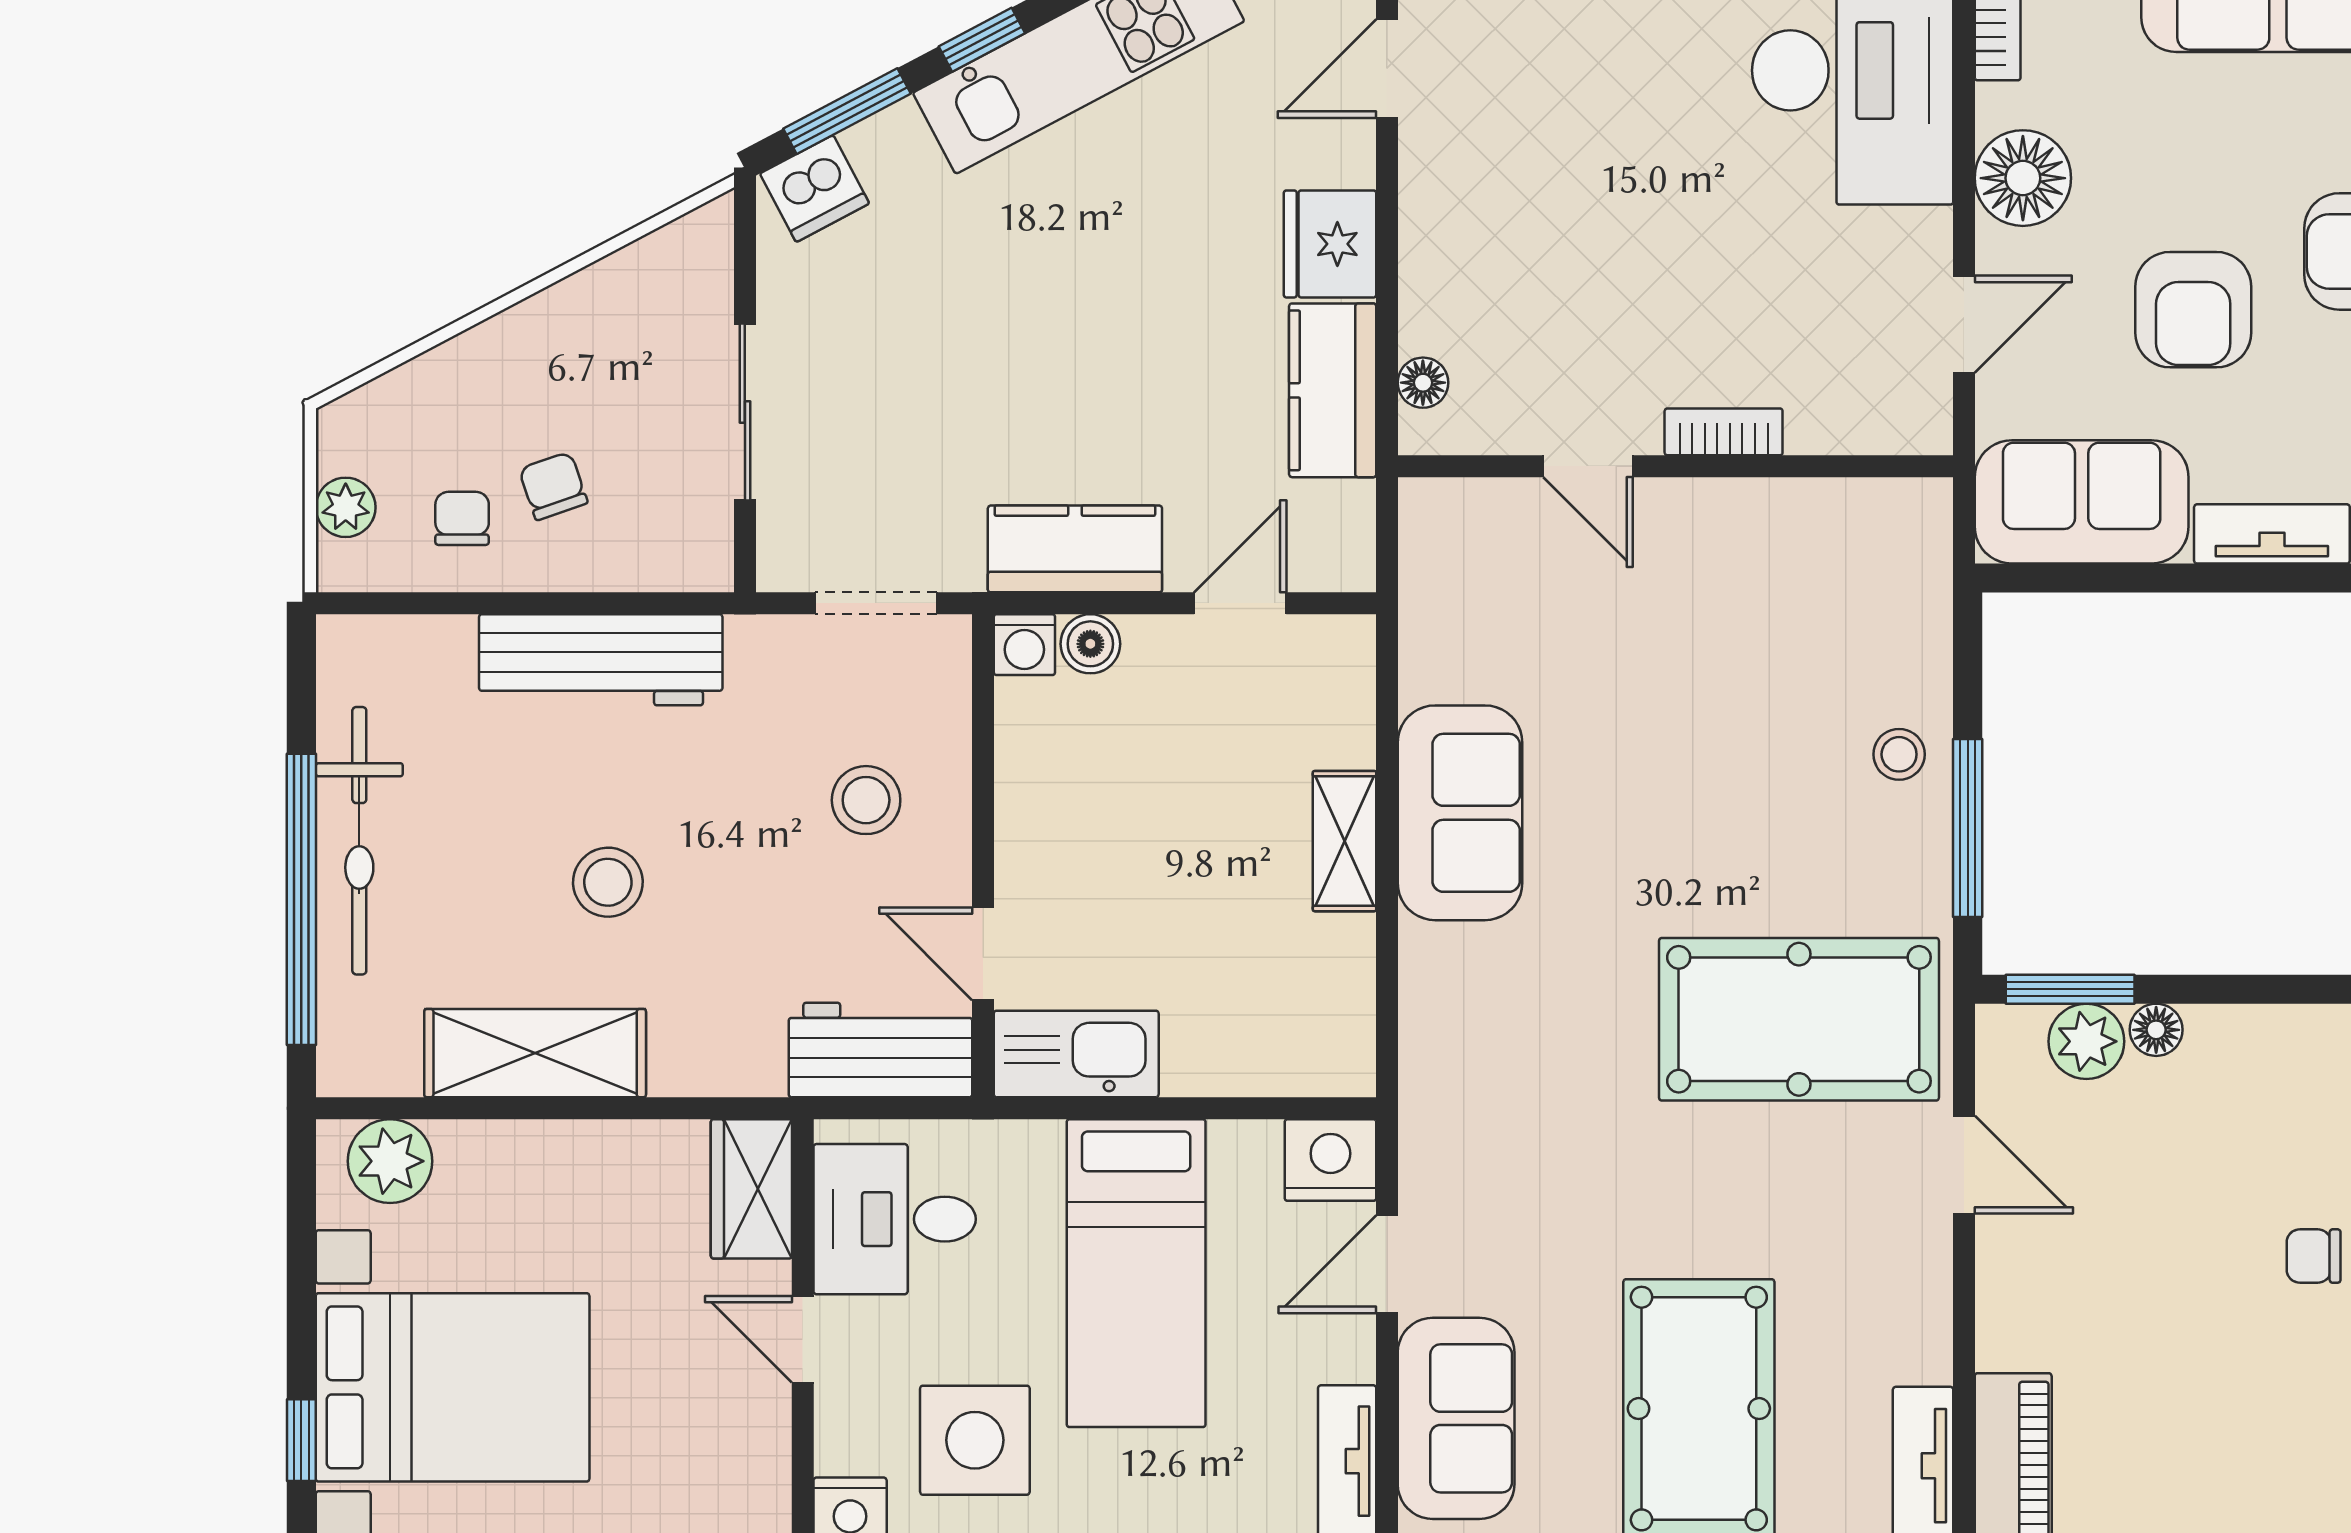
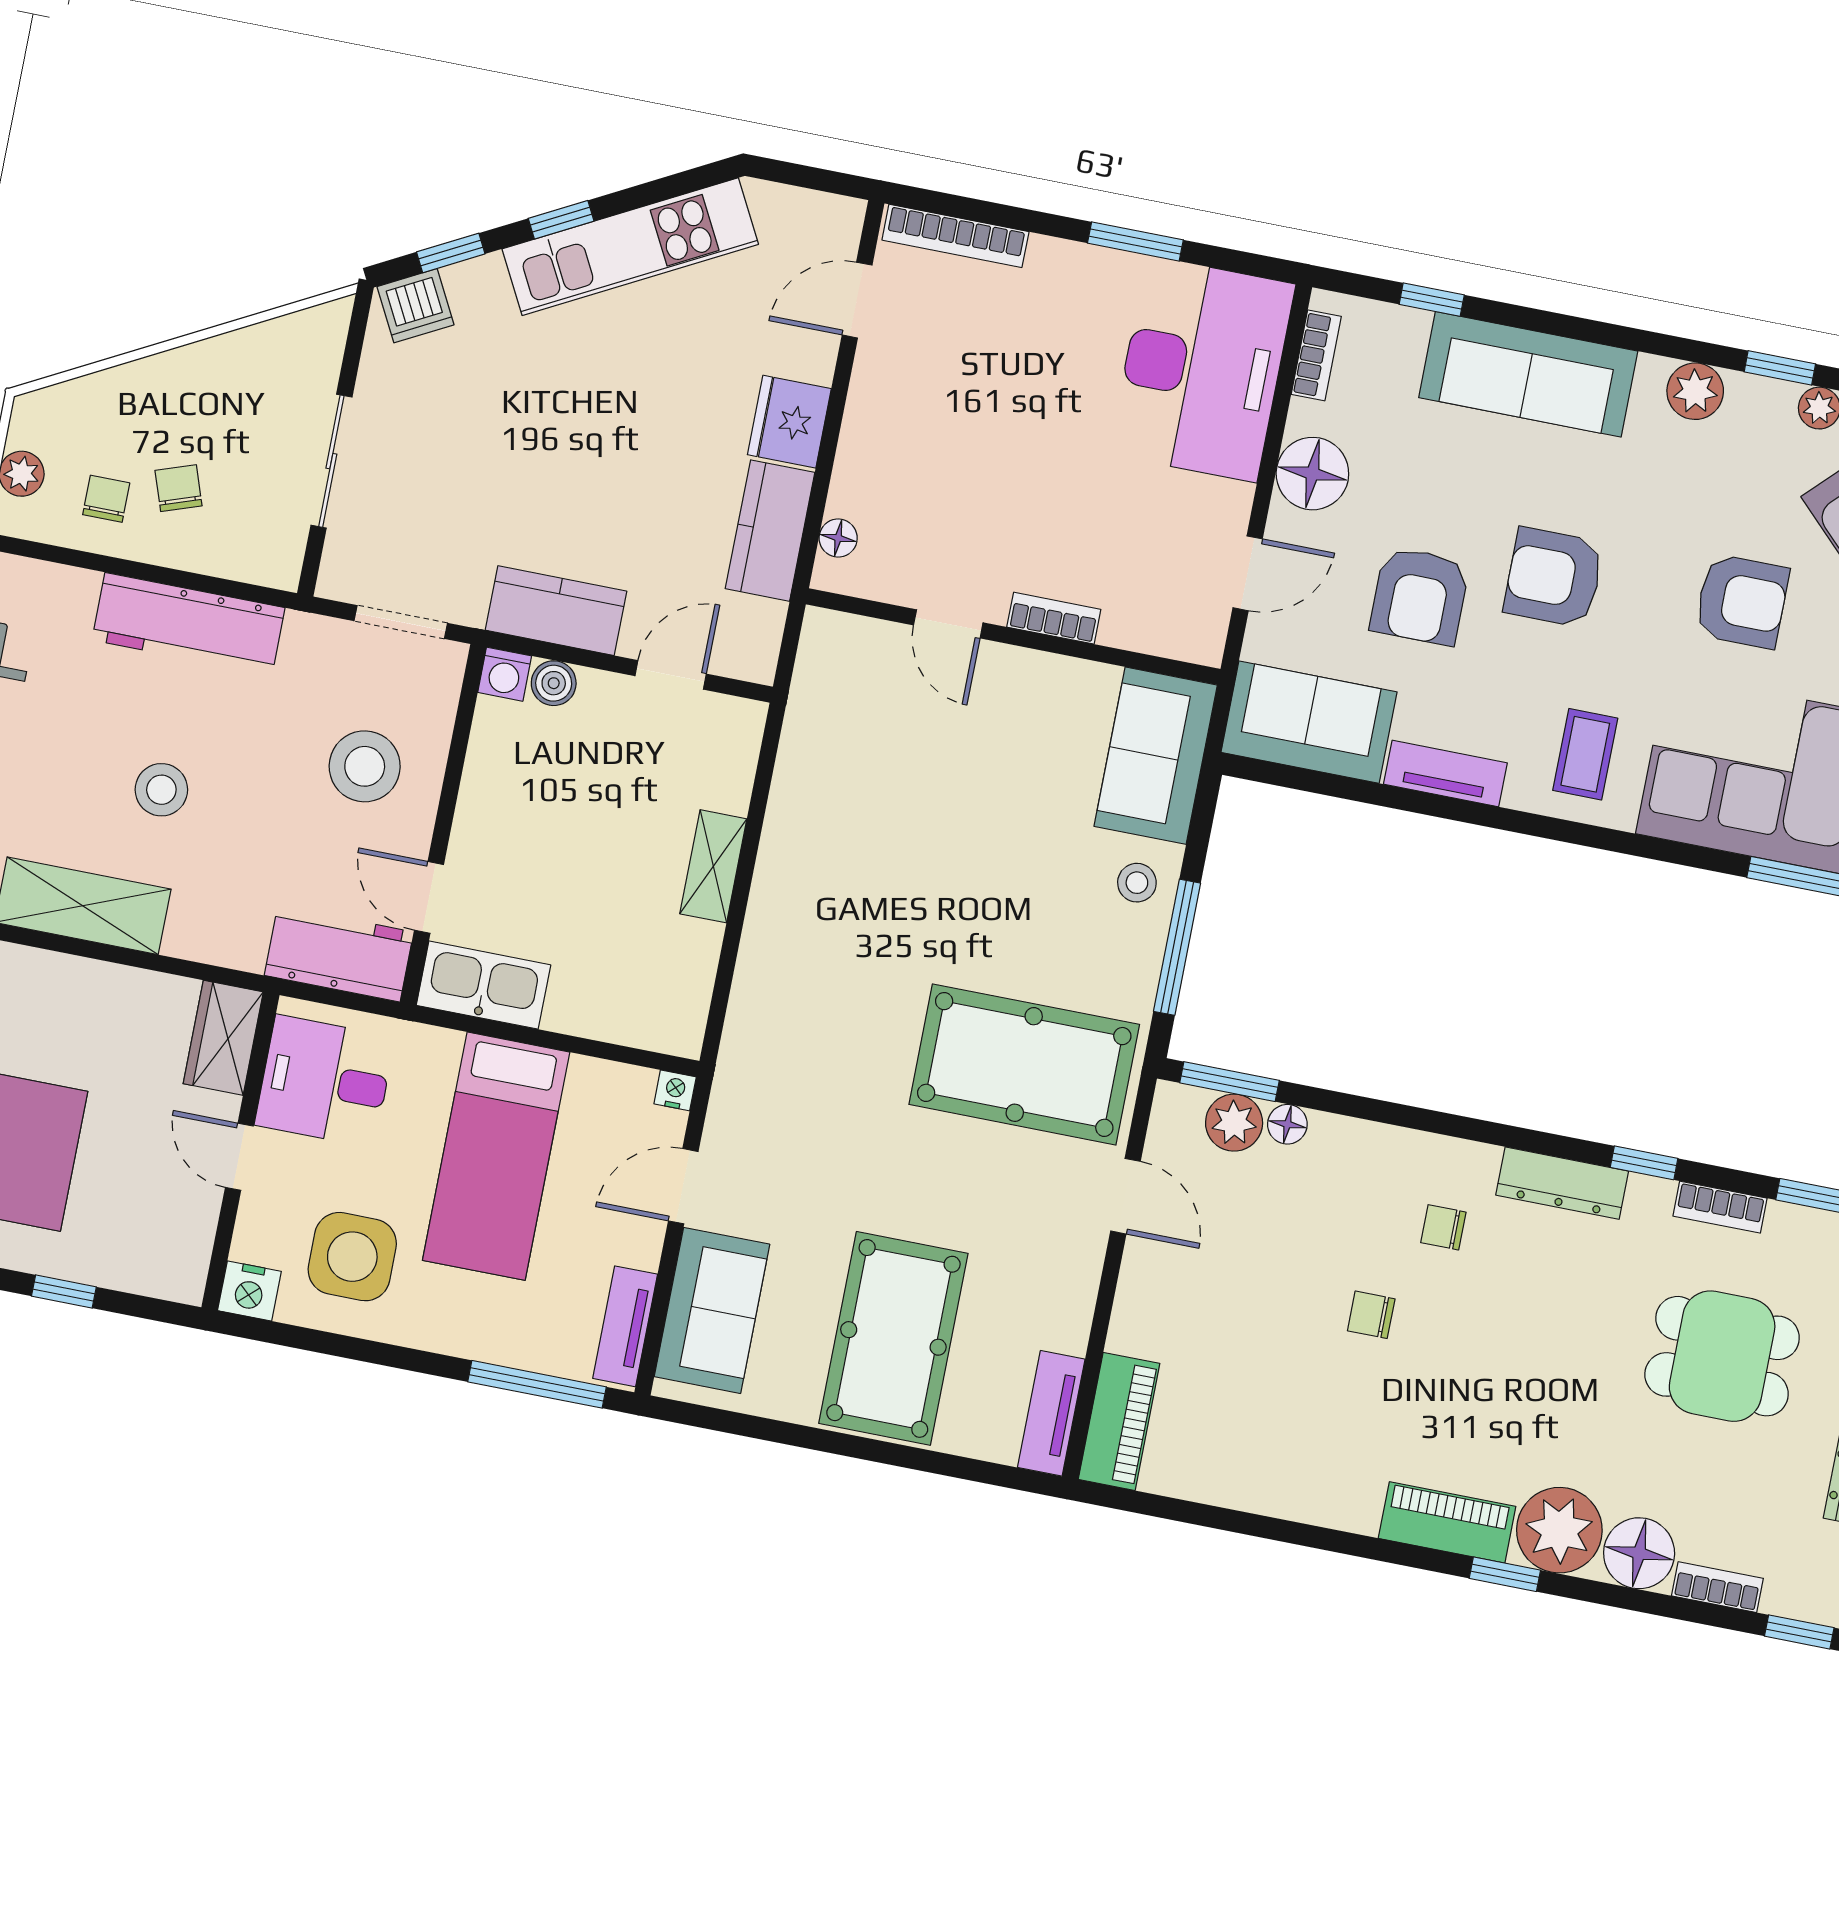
window: (847, 111) -> (451, 253), width x0.67
stool: (866, 800) -> (365, 766), width x1.38, depth x1.38
sofa: (1460, 813) -> (1156, 756), moved, turned 180
nightstand: (1330, 1160) -> (675, 1090), width x0.53, depth x0.56

